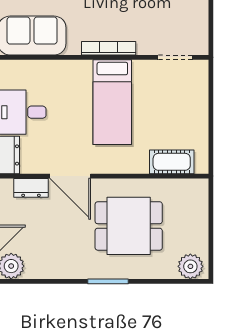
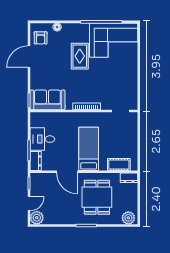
bed: (112, 102) -> (89, 149), moved, turned 180
dresser: (31, 188) -> (129, 178), moved
dining table: (129, 226) -> (97, 197), turned 90

